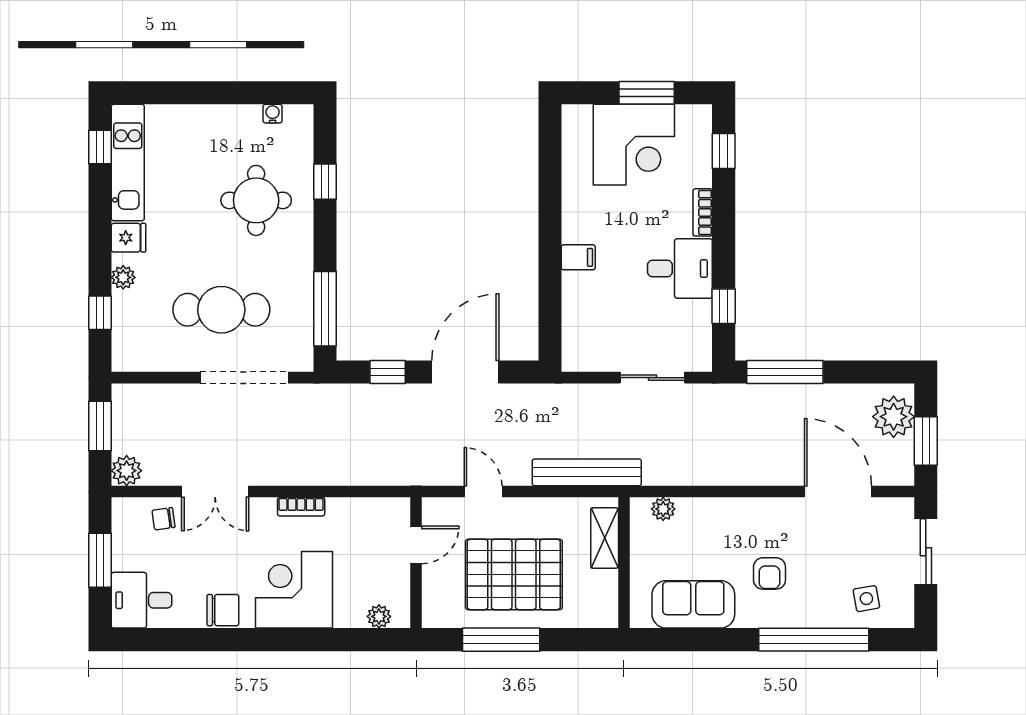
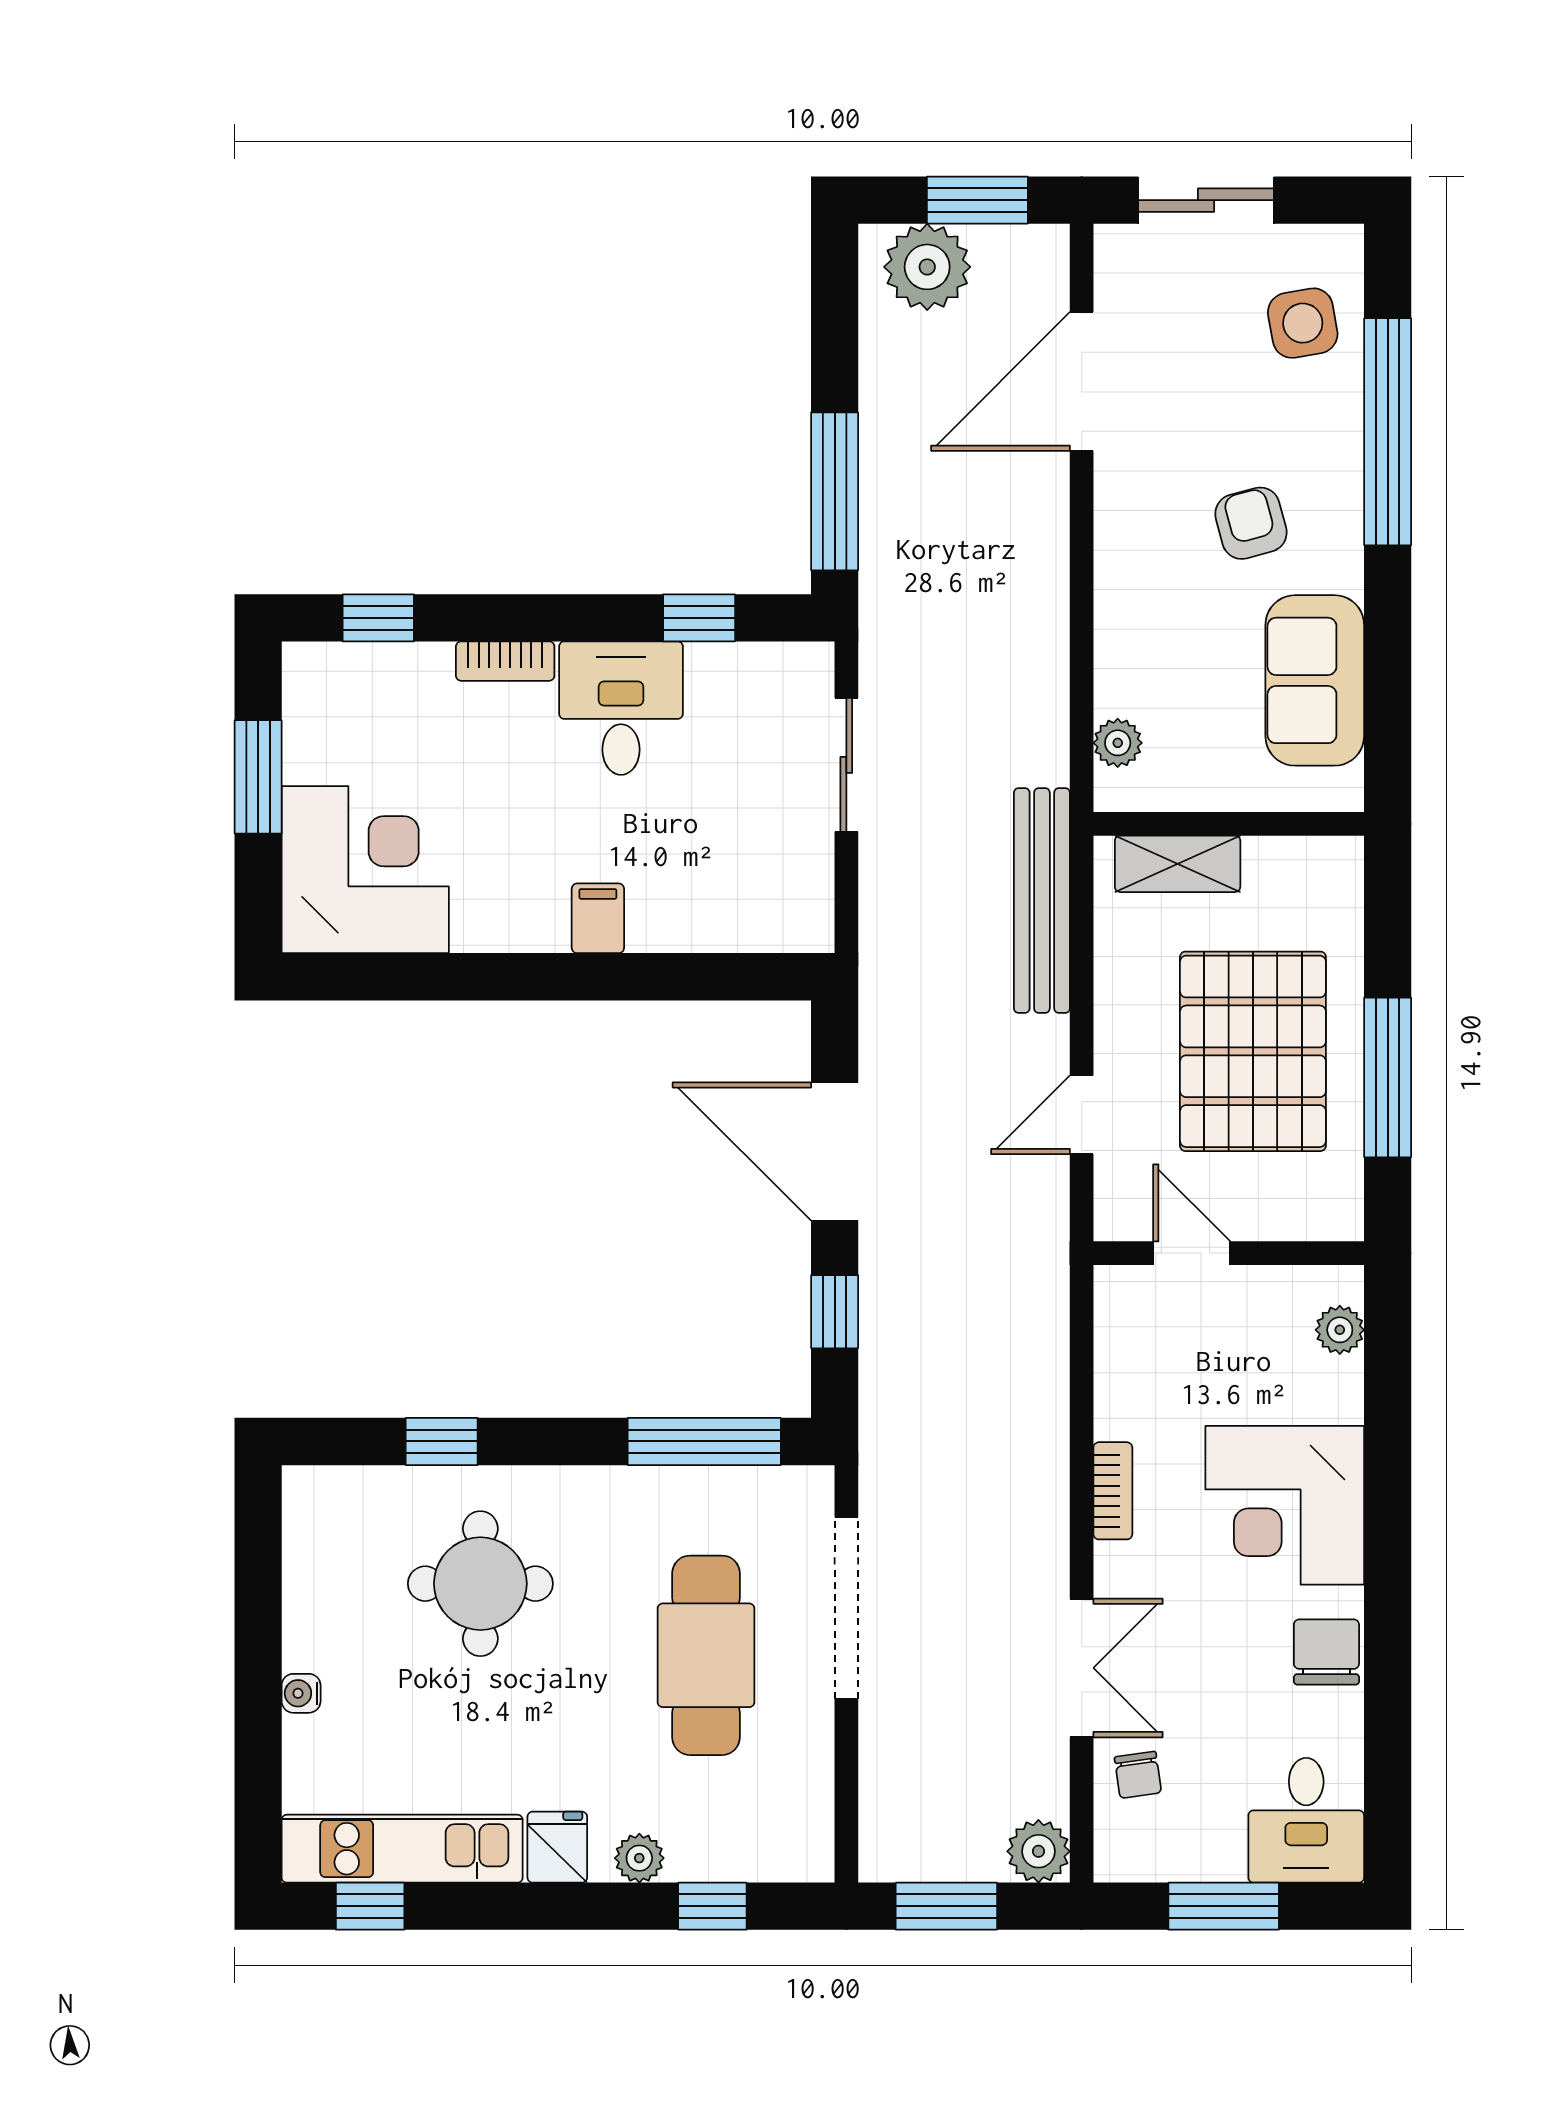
water cooler: (273, 114) -> (301, 1693), moved
corner desk: (634, 145) -> (365, 870), moved
armchair: (769, 573) -> (1251, 523), turned -105
side table: (866, 599) -> (1303, 323), width x1.37, depth x1.37

